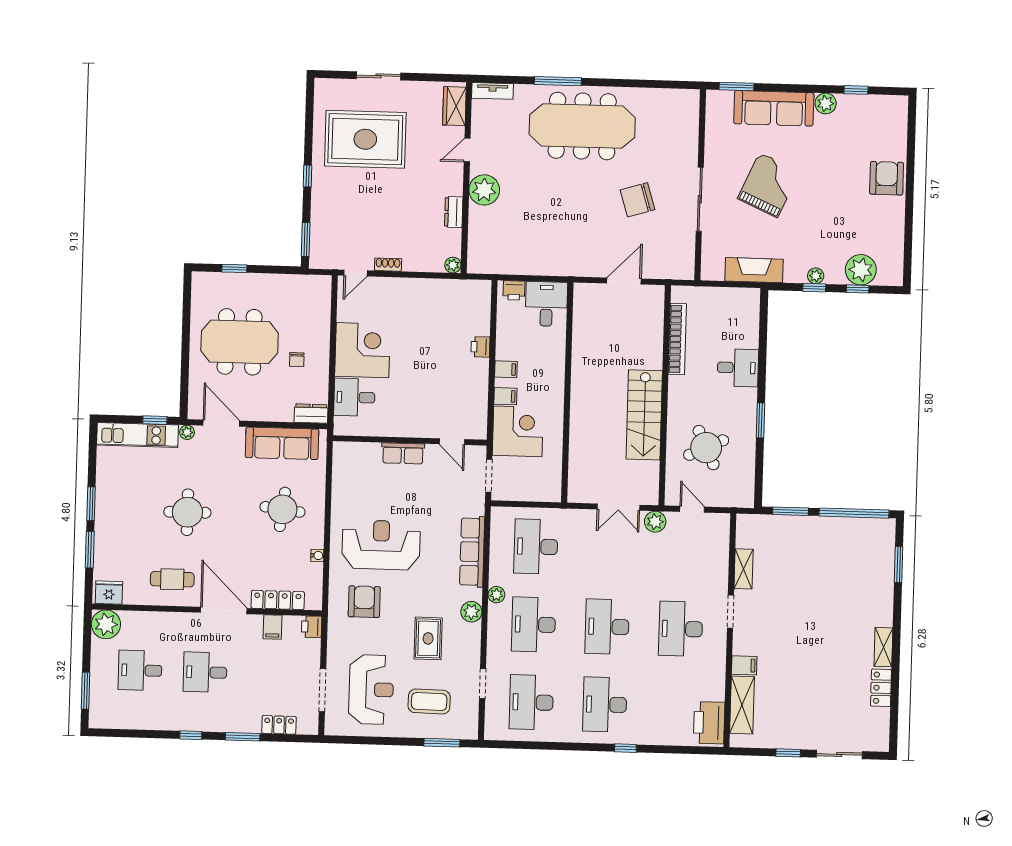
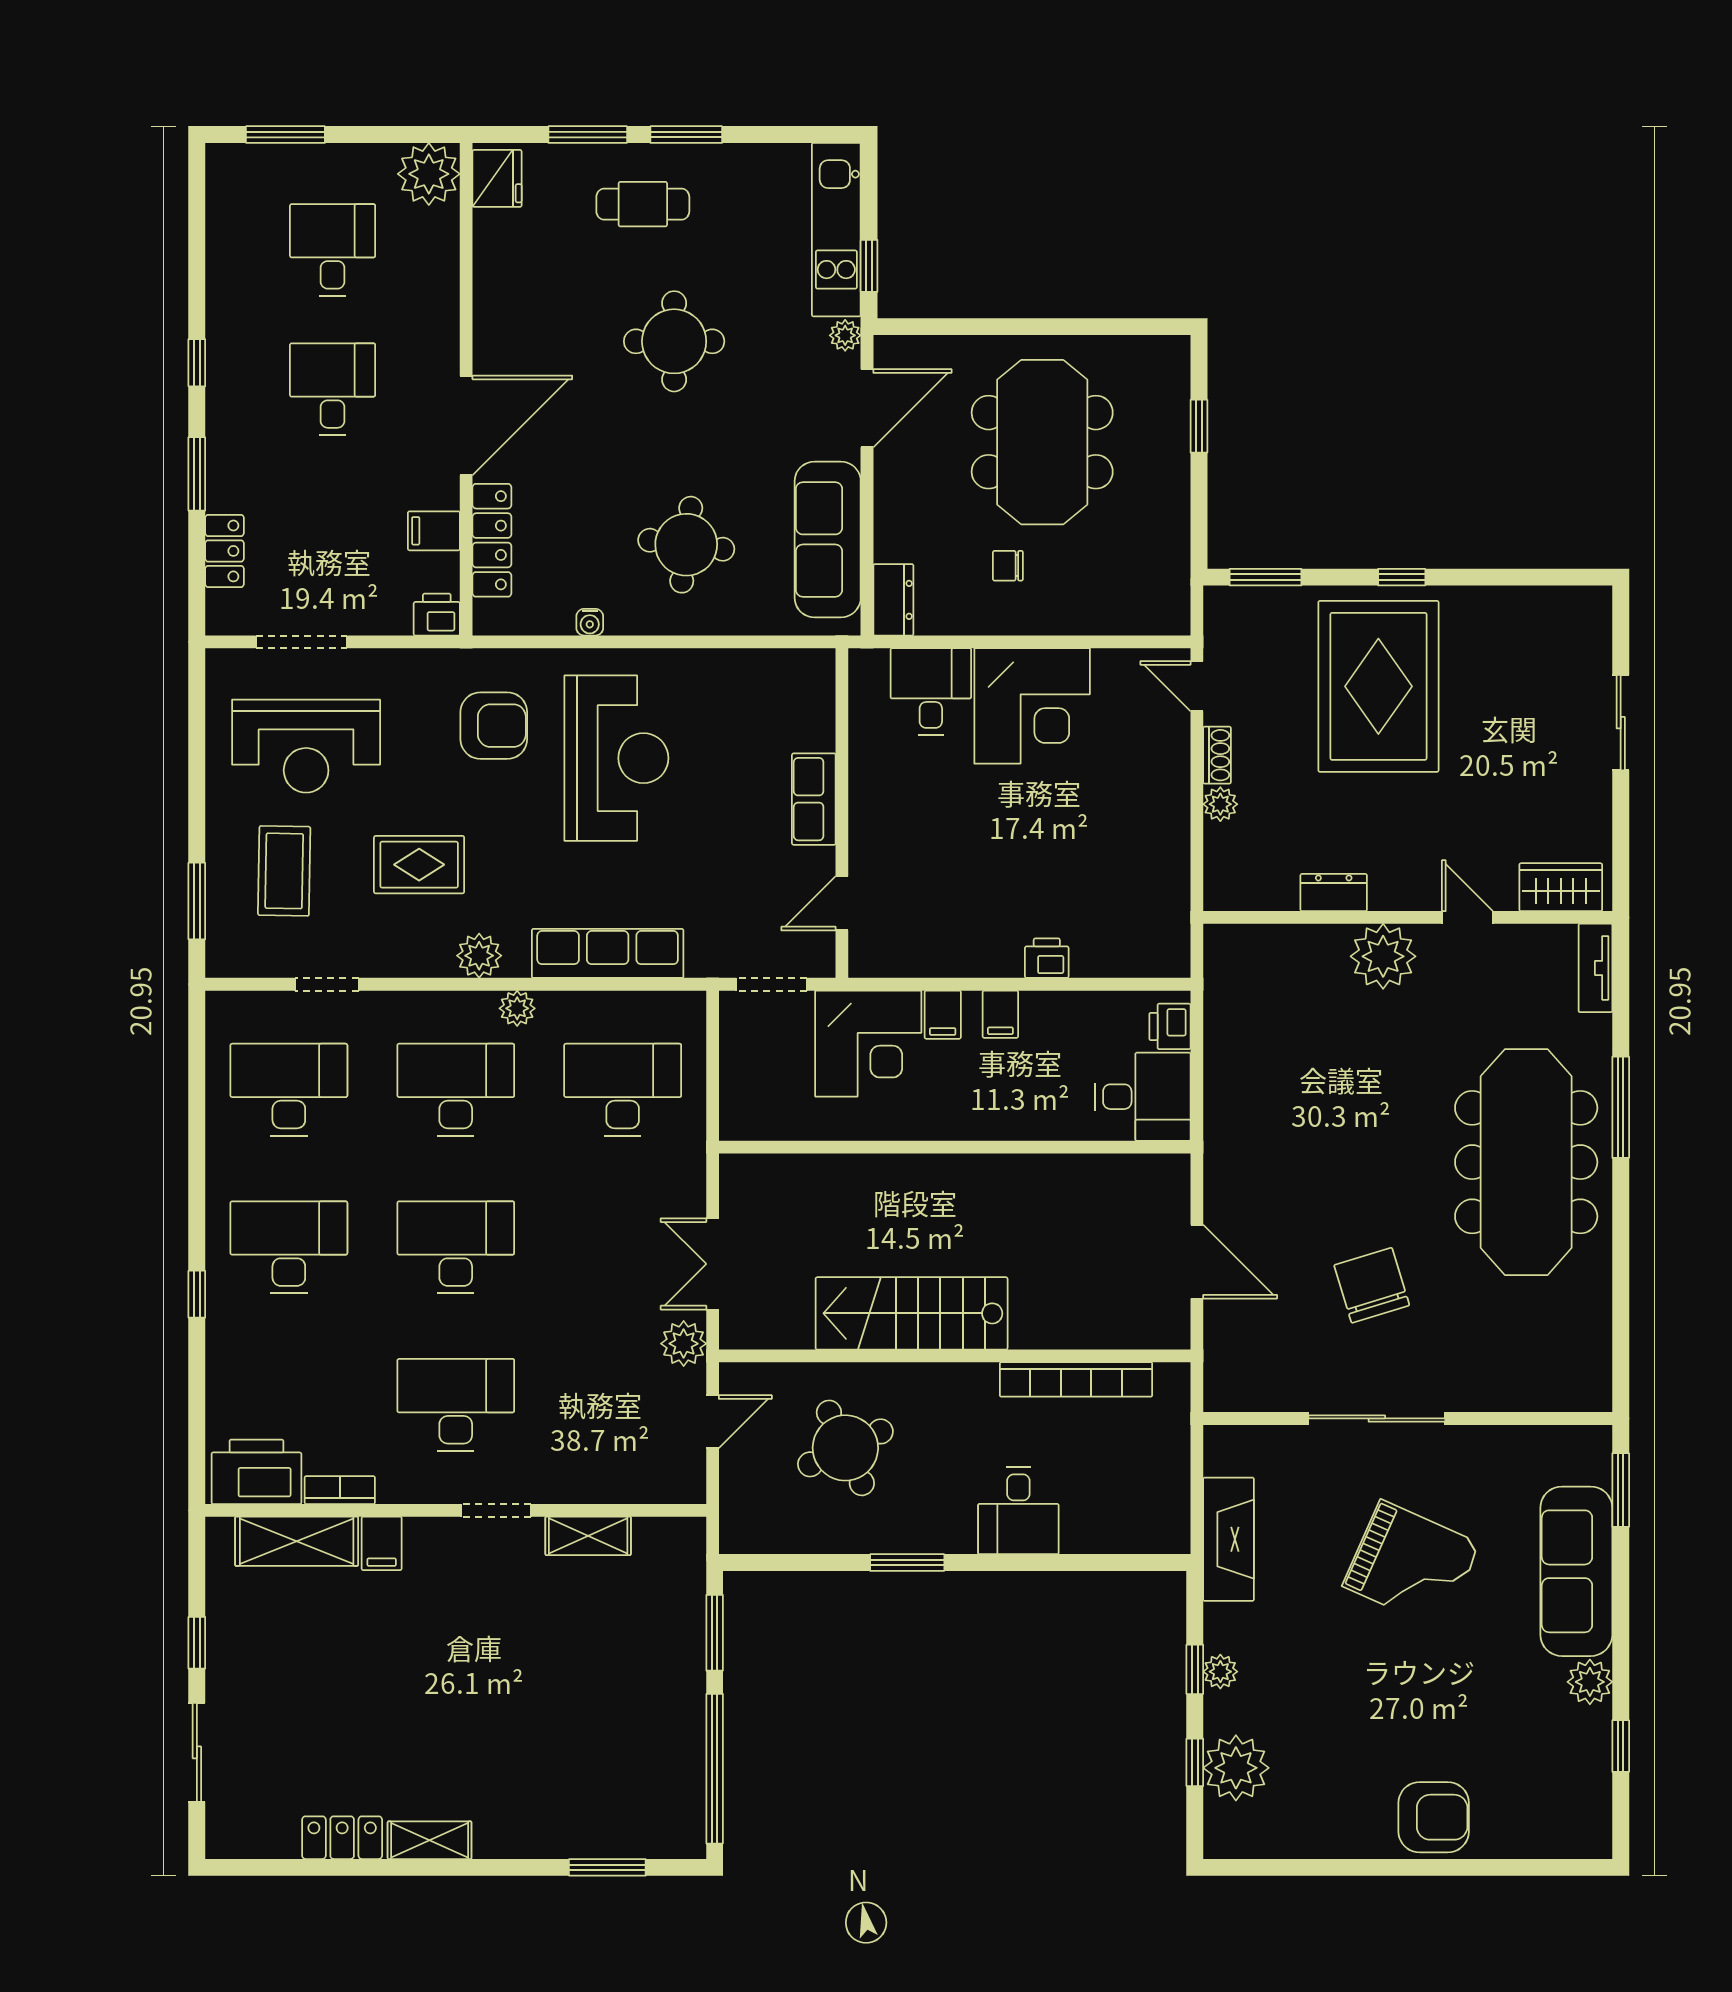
rug: (365, 139) -> (1378, 686), moved
plant: (453, 265) -> (1220, 804), moved
cafe table: (172, 579) -> (643, 204), moved, turned 90
bookcase: (719, 684) -> (340, 1490), added

